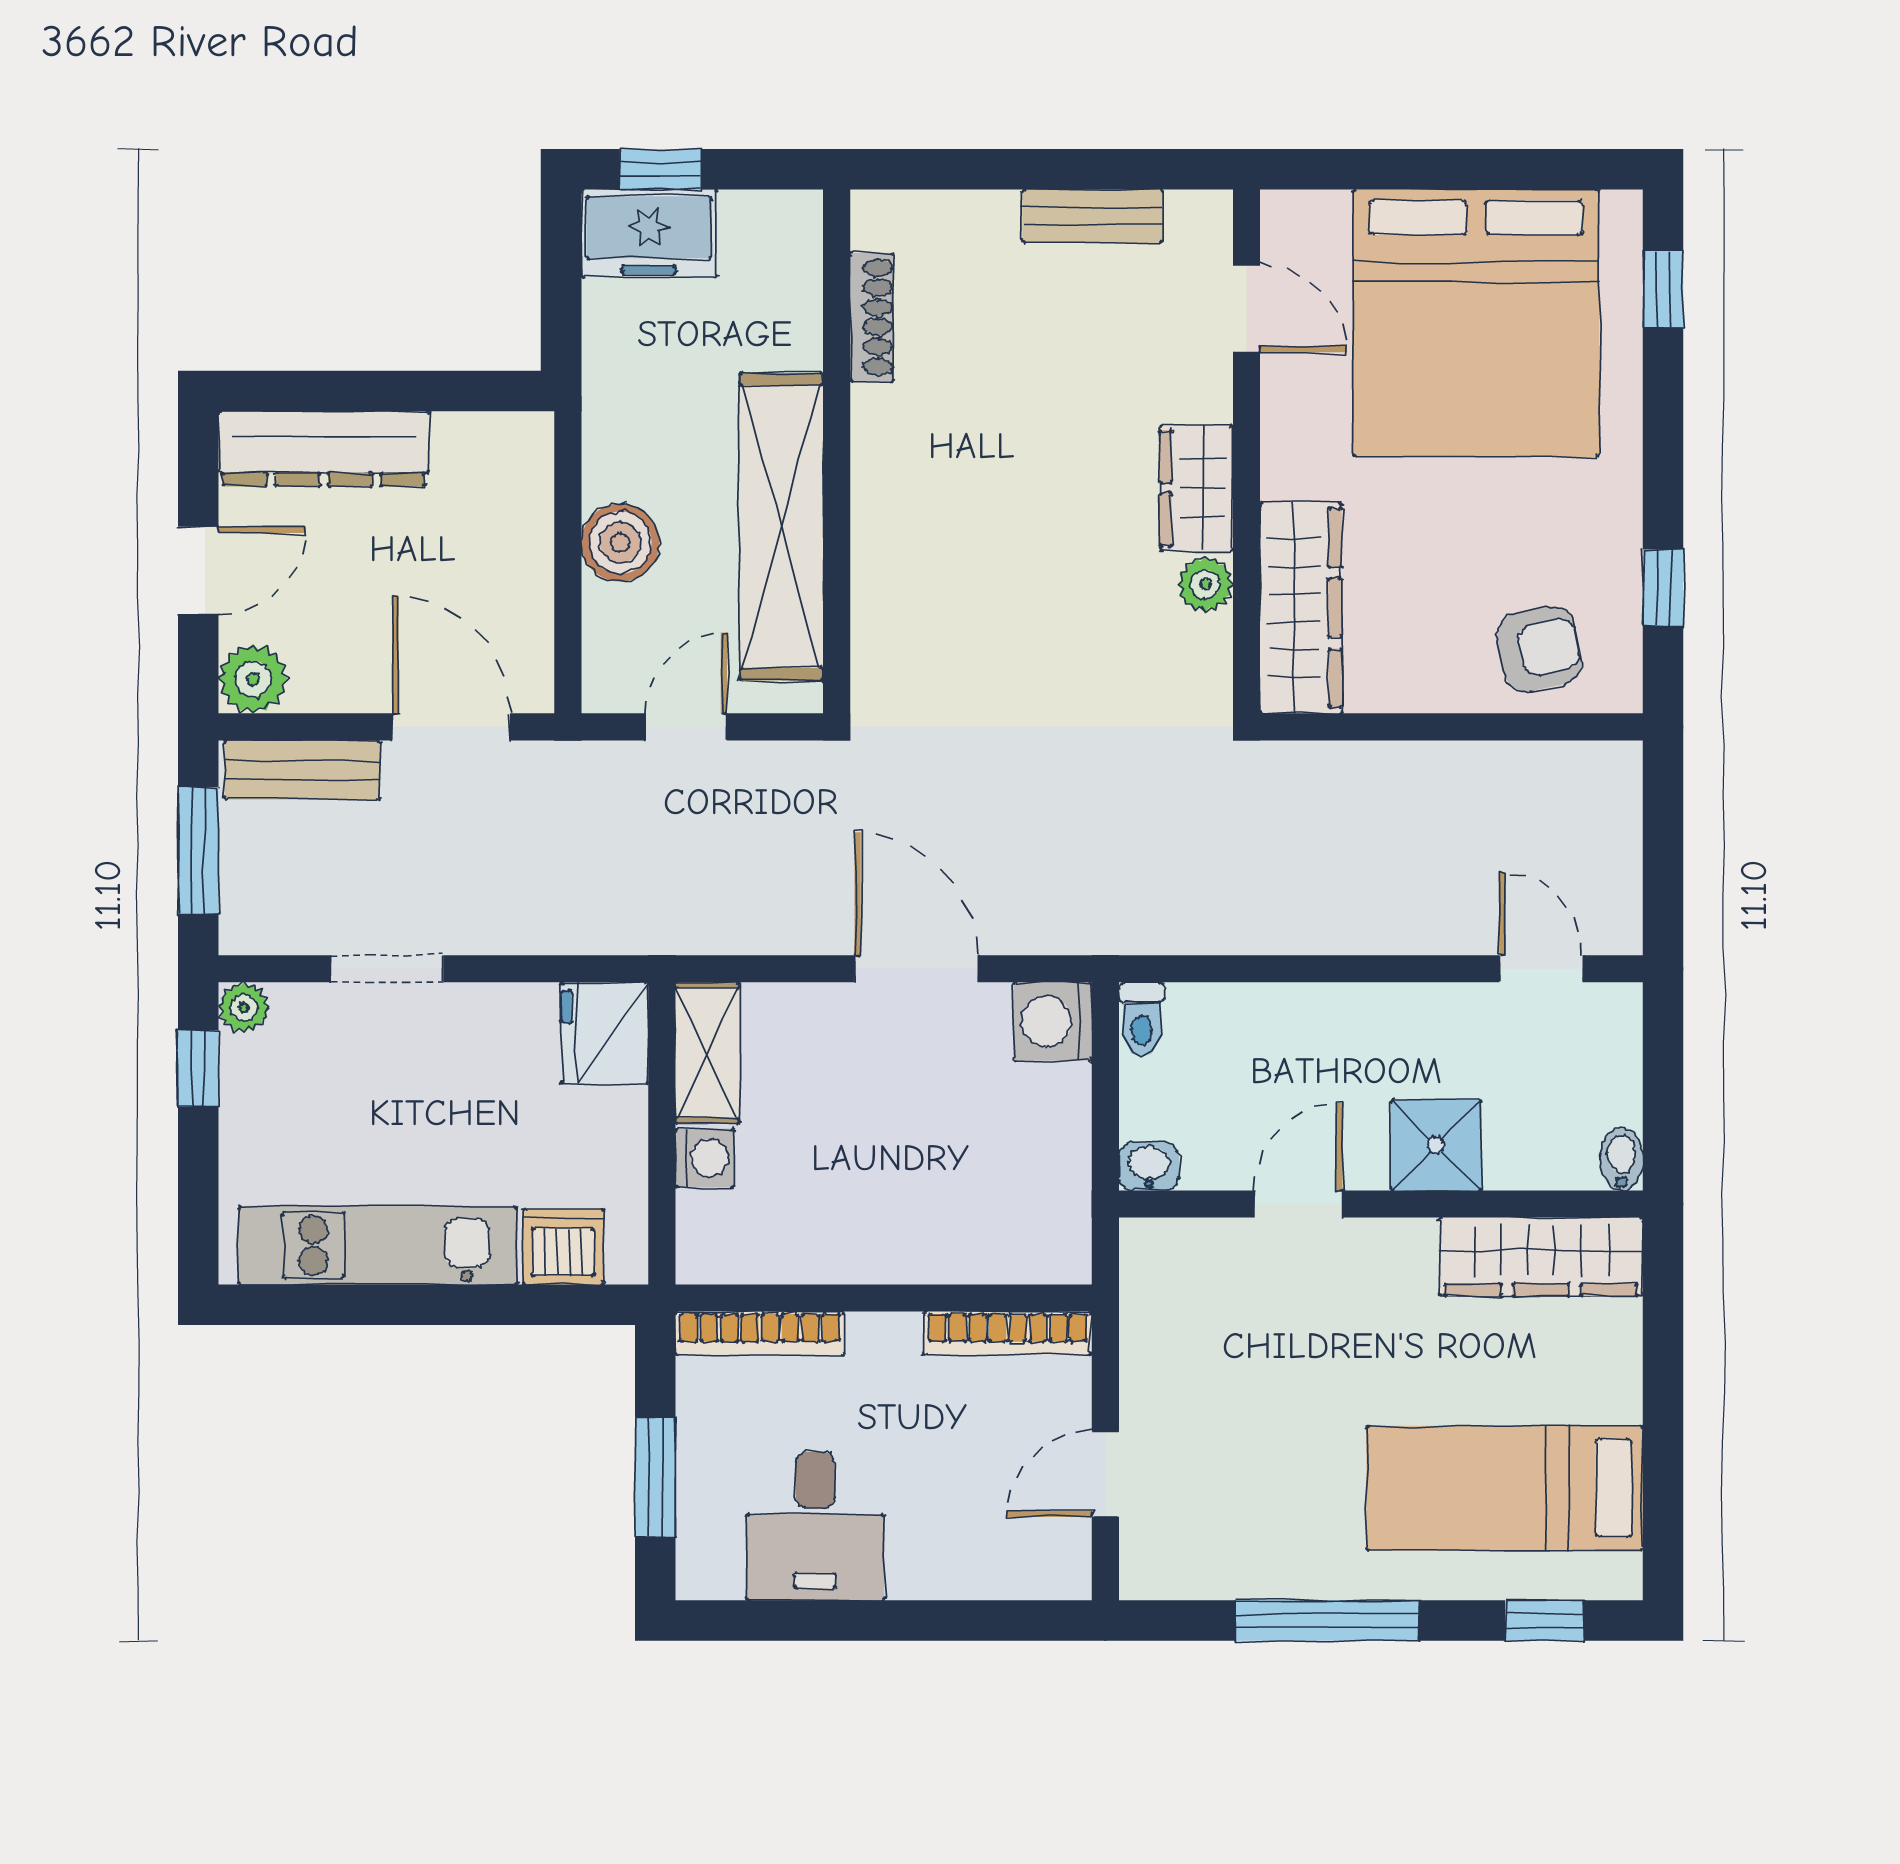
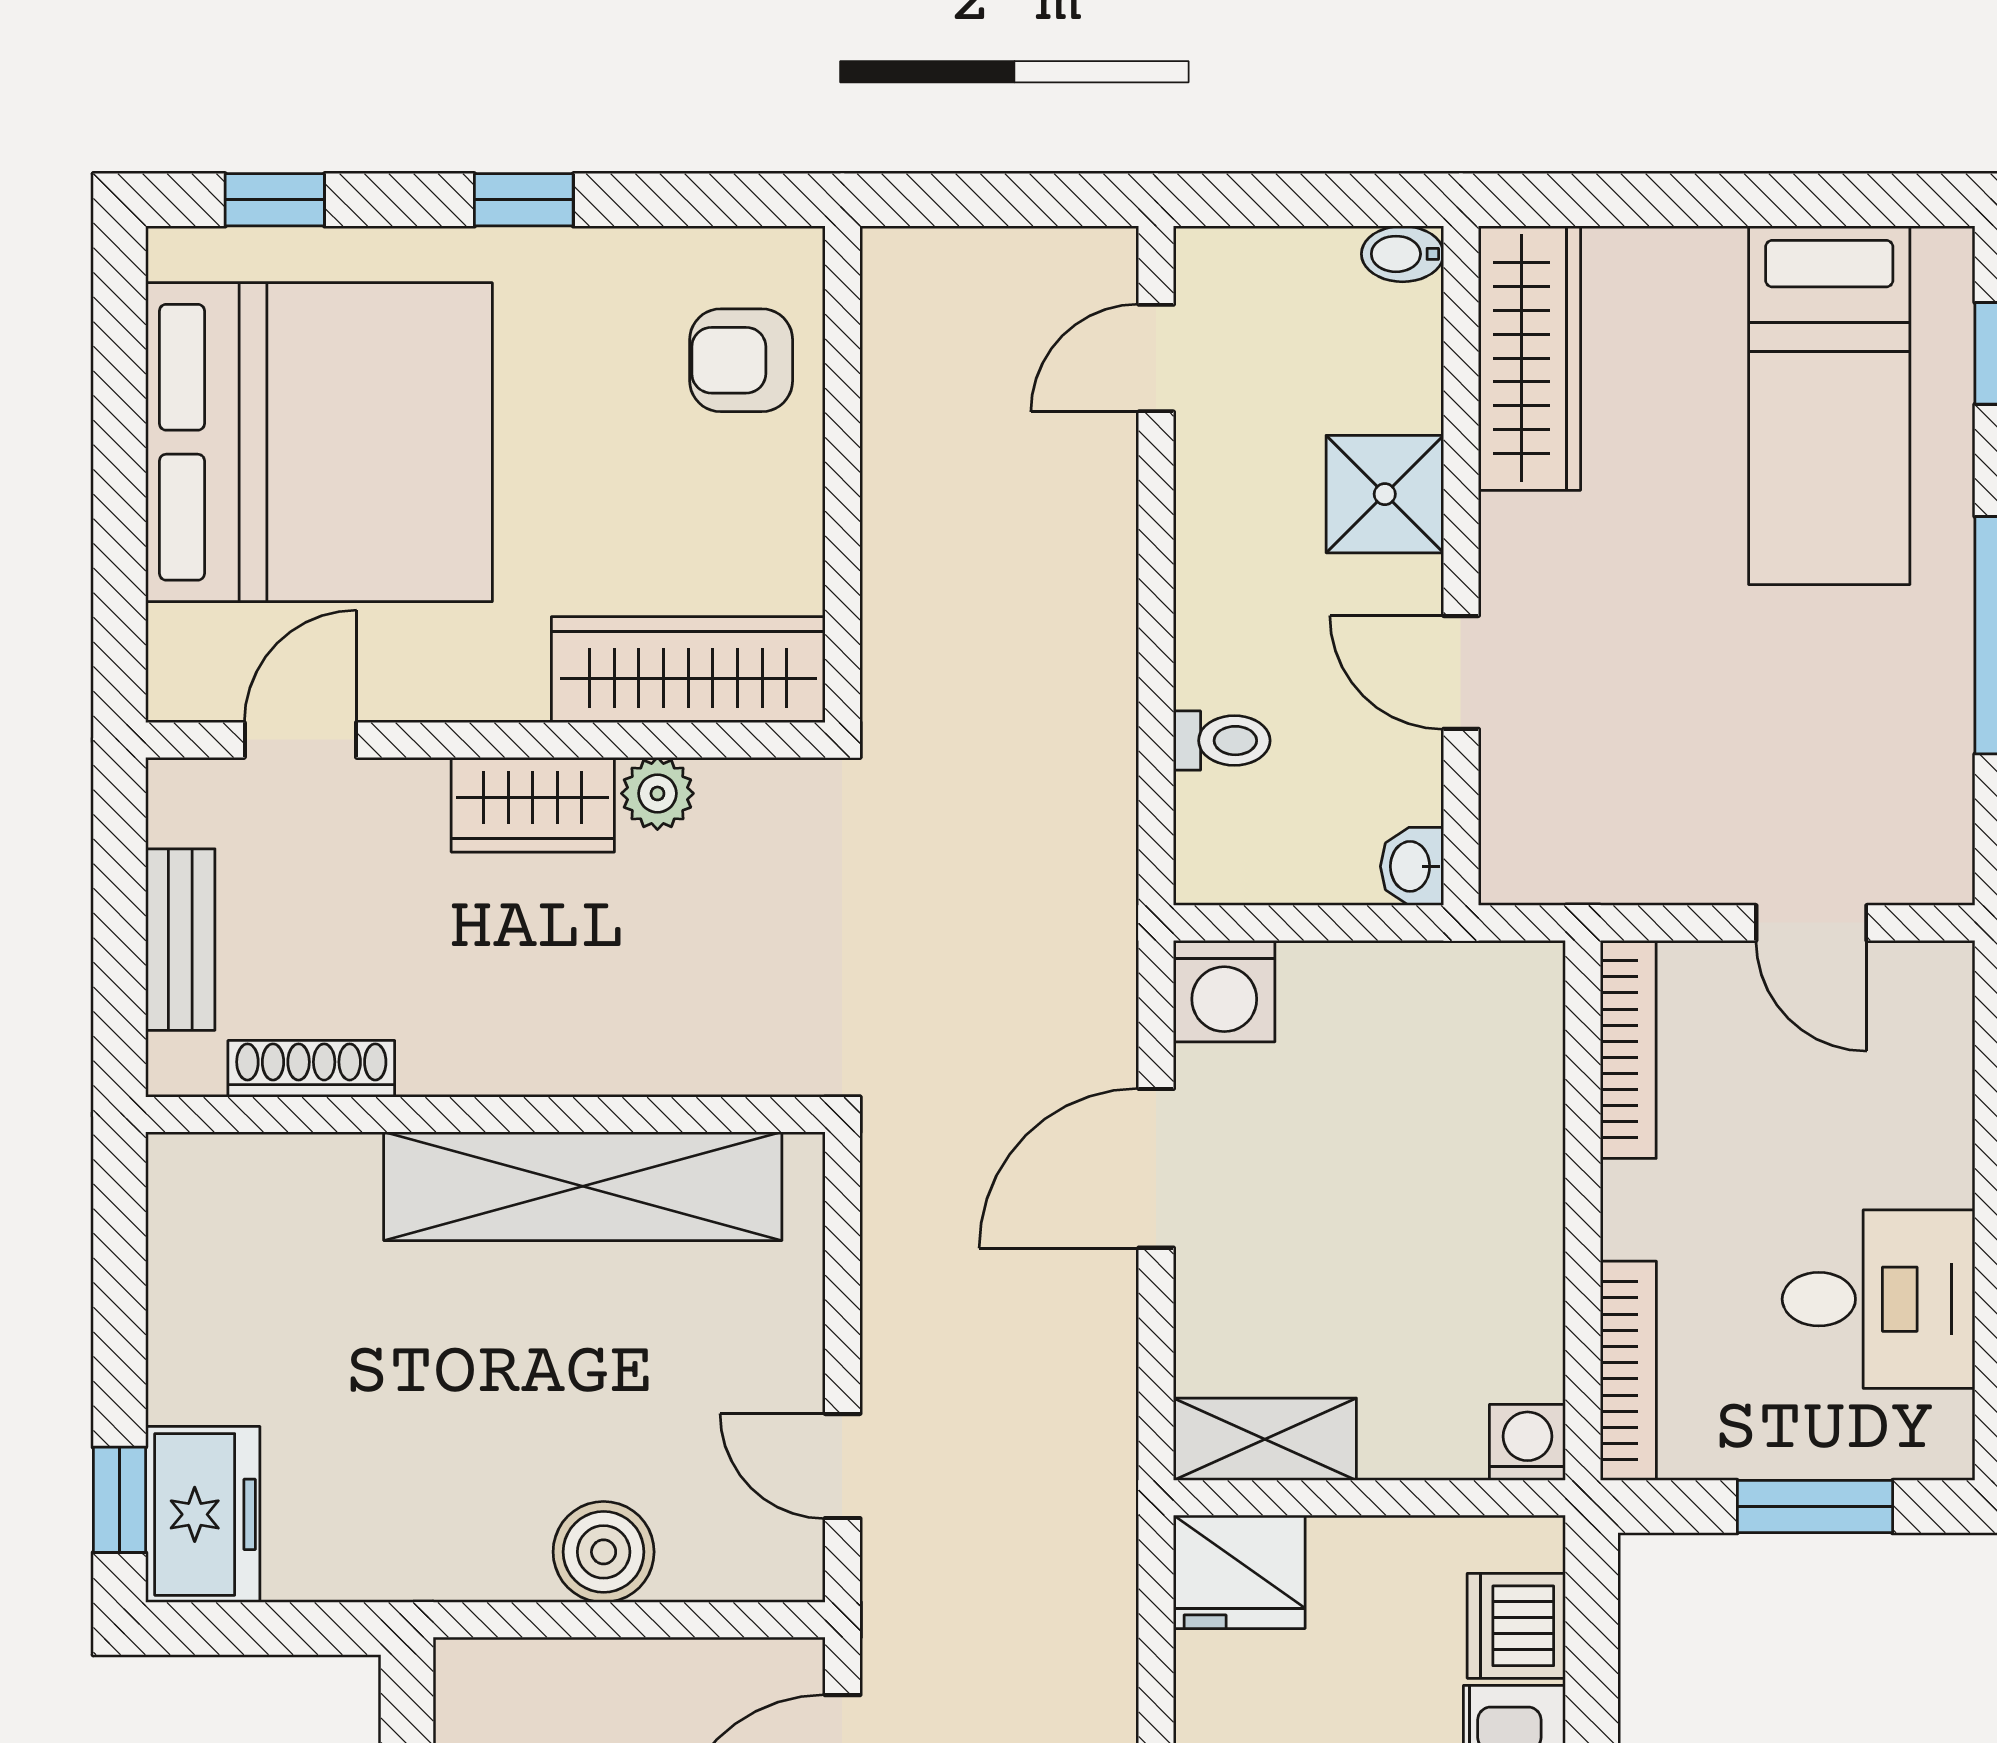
shoe rack: (872, 317) -> (311, 1069), moved
wall: (837, 451) -> (485, 1115), moved
shelving: (781, 527) -> (583, 1186), moved
window: (1663, 588) -> (524, 200), moved
armchair: (1539, 649) -> (741, 360), turned -78
toilet: (1142, 1019) -> (1222, 741), moved
washing machine: (705, 1158) -> (1527, 1442), moved

